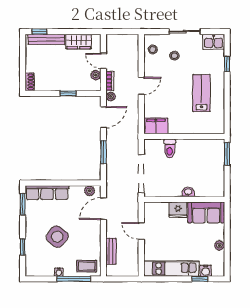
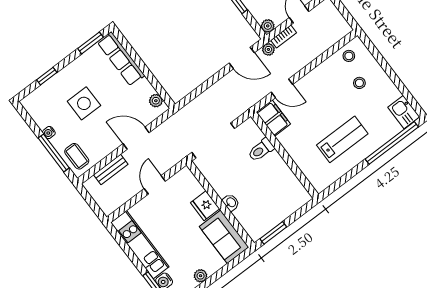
sliding door: (185, 32) -> (392, 75), removed
window: (227, 64) -> (392, 143), width x3.17
plant: (96, 75) -> (268, 26), moved
door: (141, 86) -> (282, 88), moved
window: (103, 152) -> (206, 85), removed
window: (227, 154) -> (273, 233), moved
door: (103, 209) -> (136, 138), moved
side table: (57, 237) -> (84, 103), turned -38

